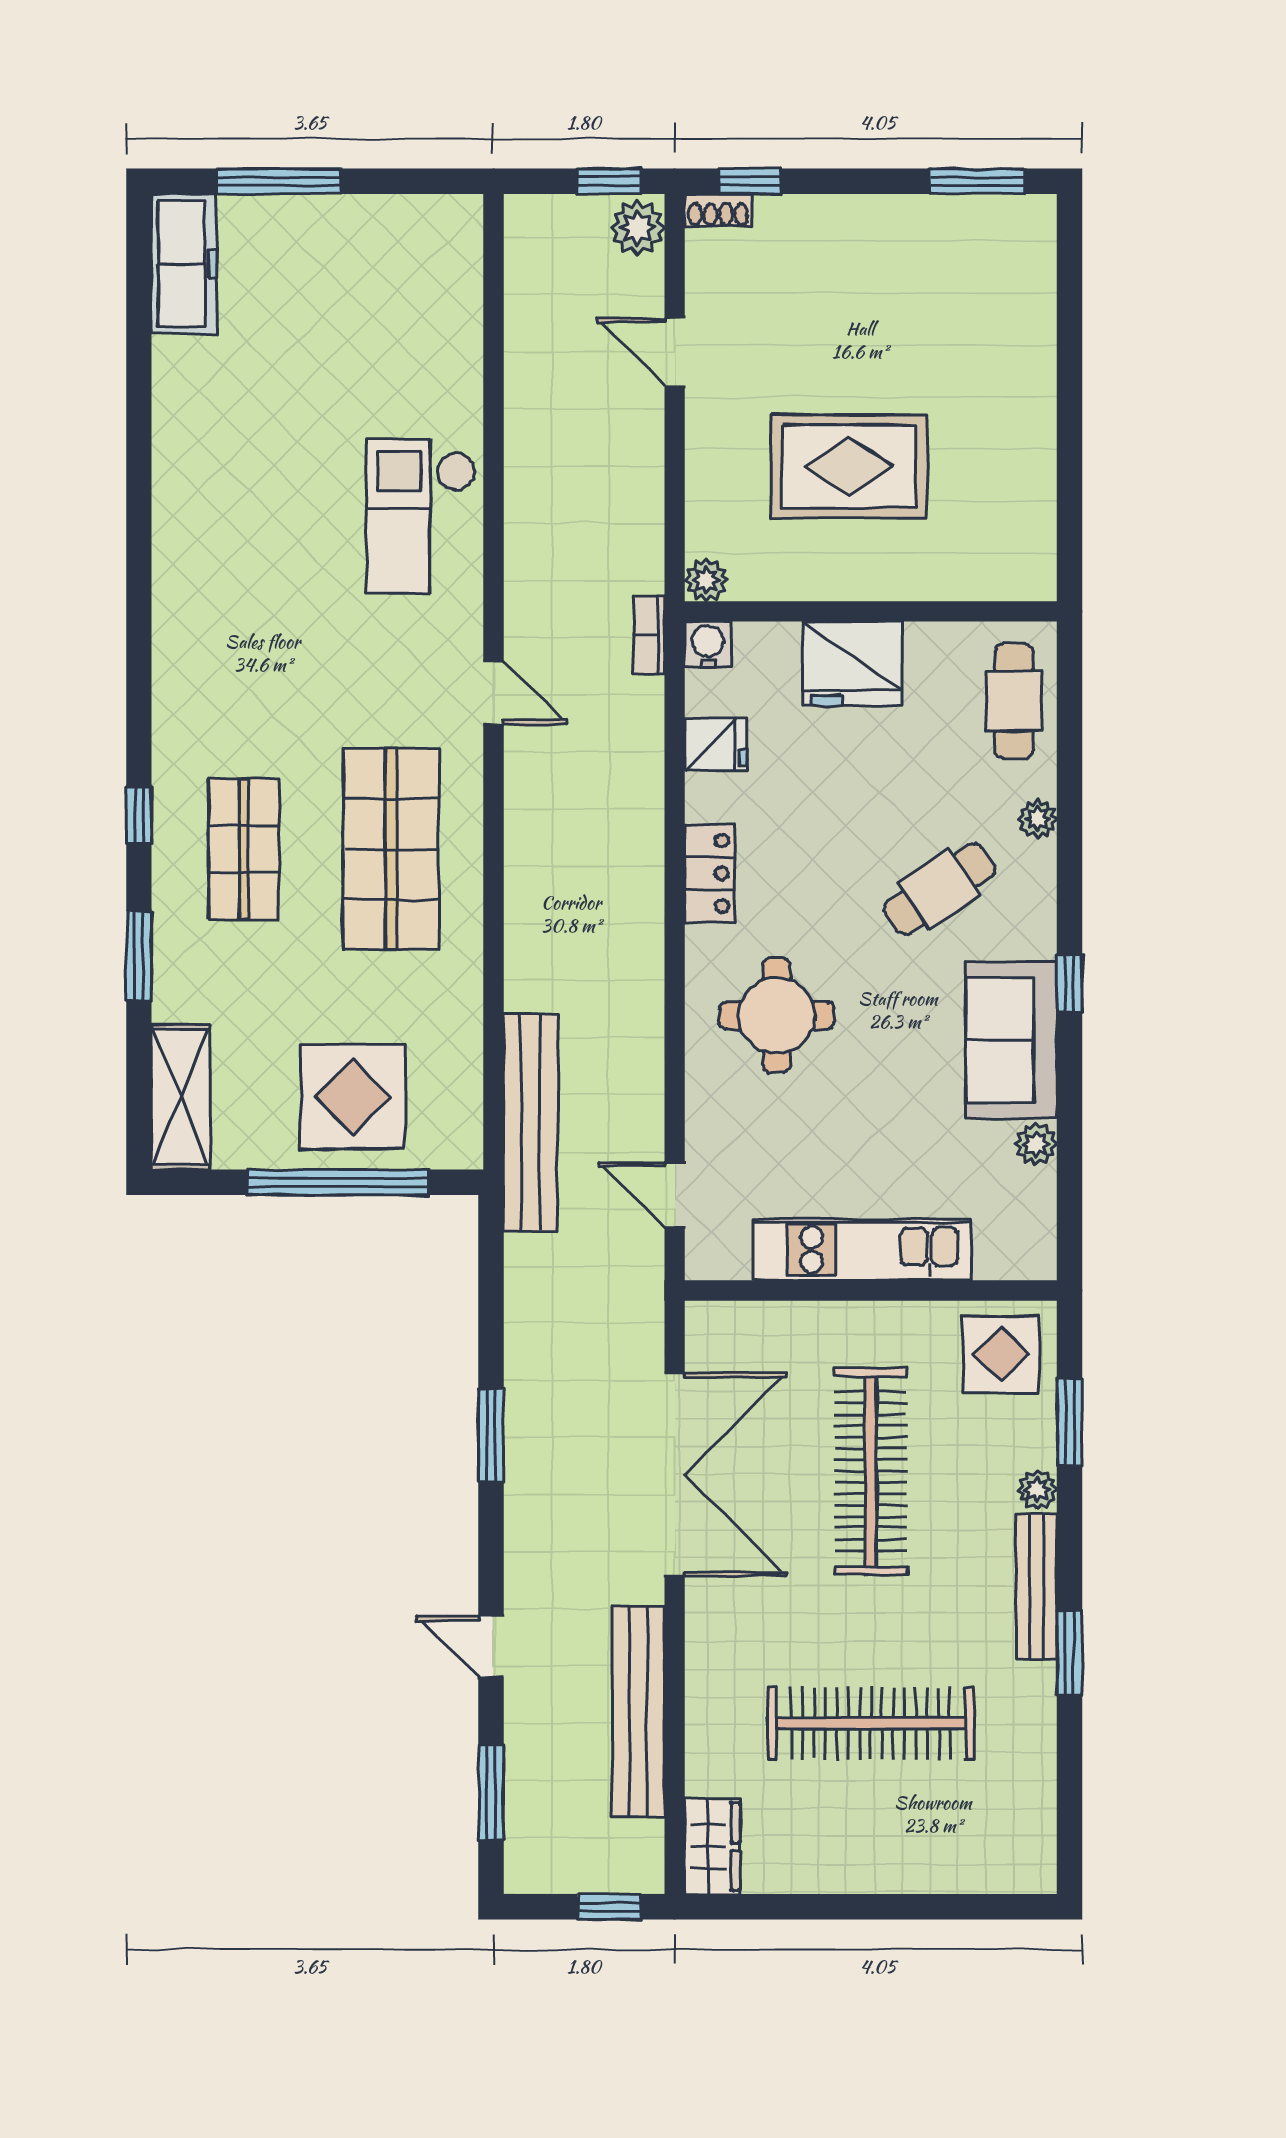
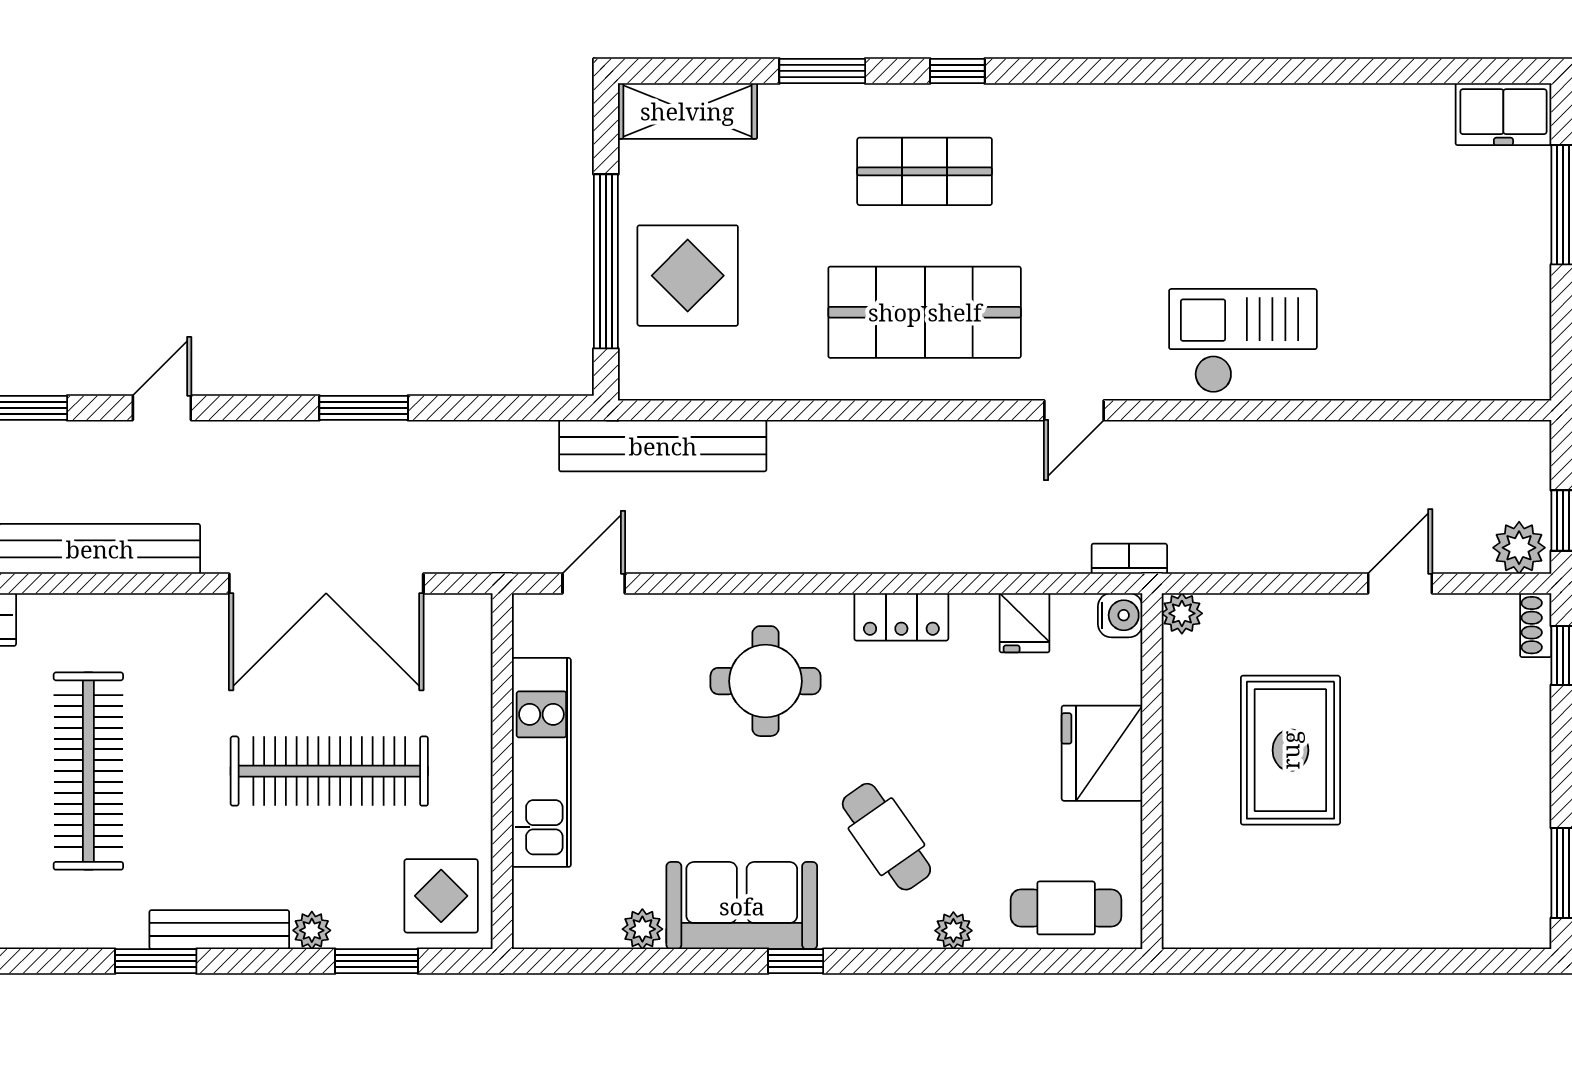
freezer: (184, 264) -> (1503, 114), width x0.71

